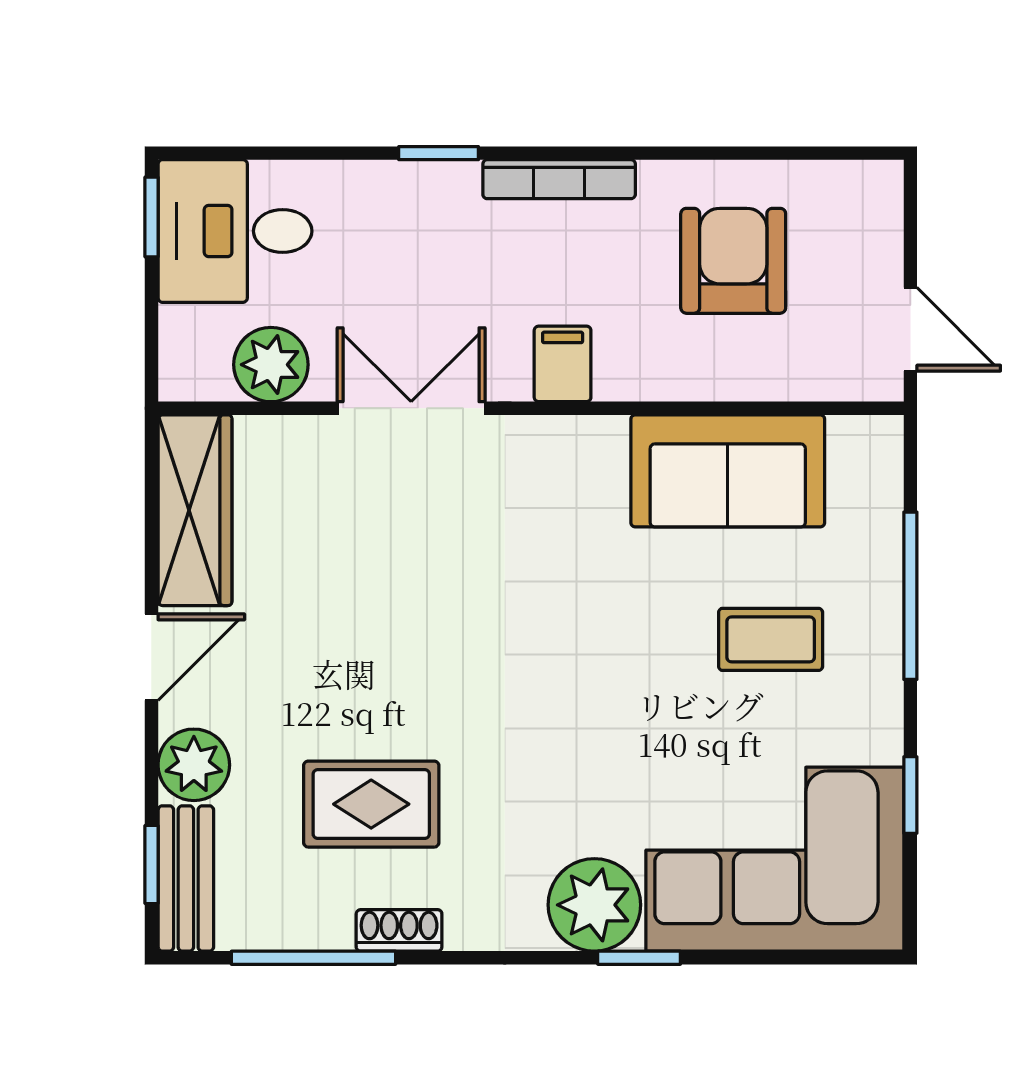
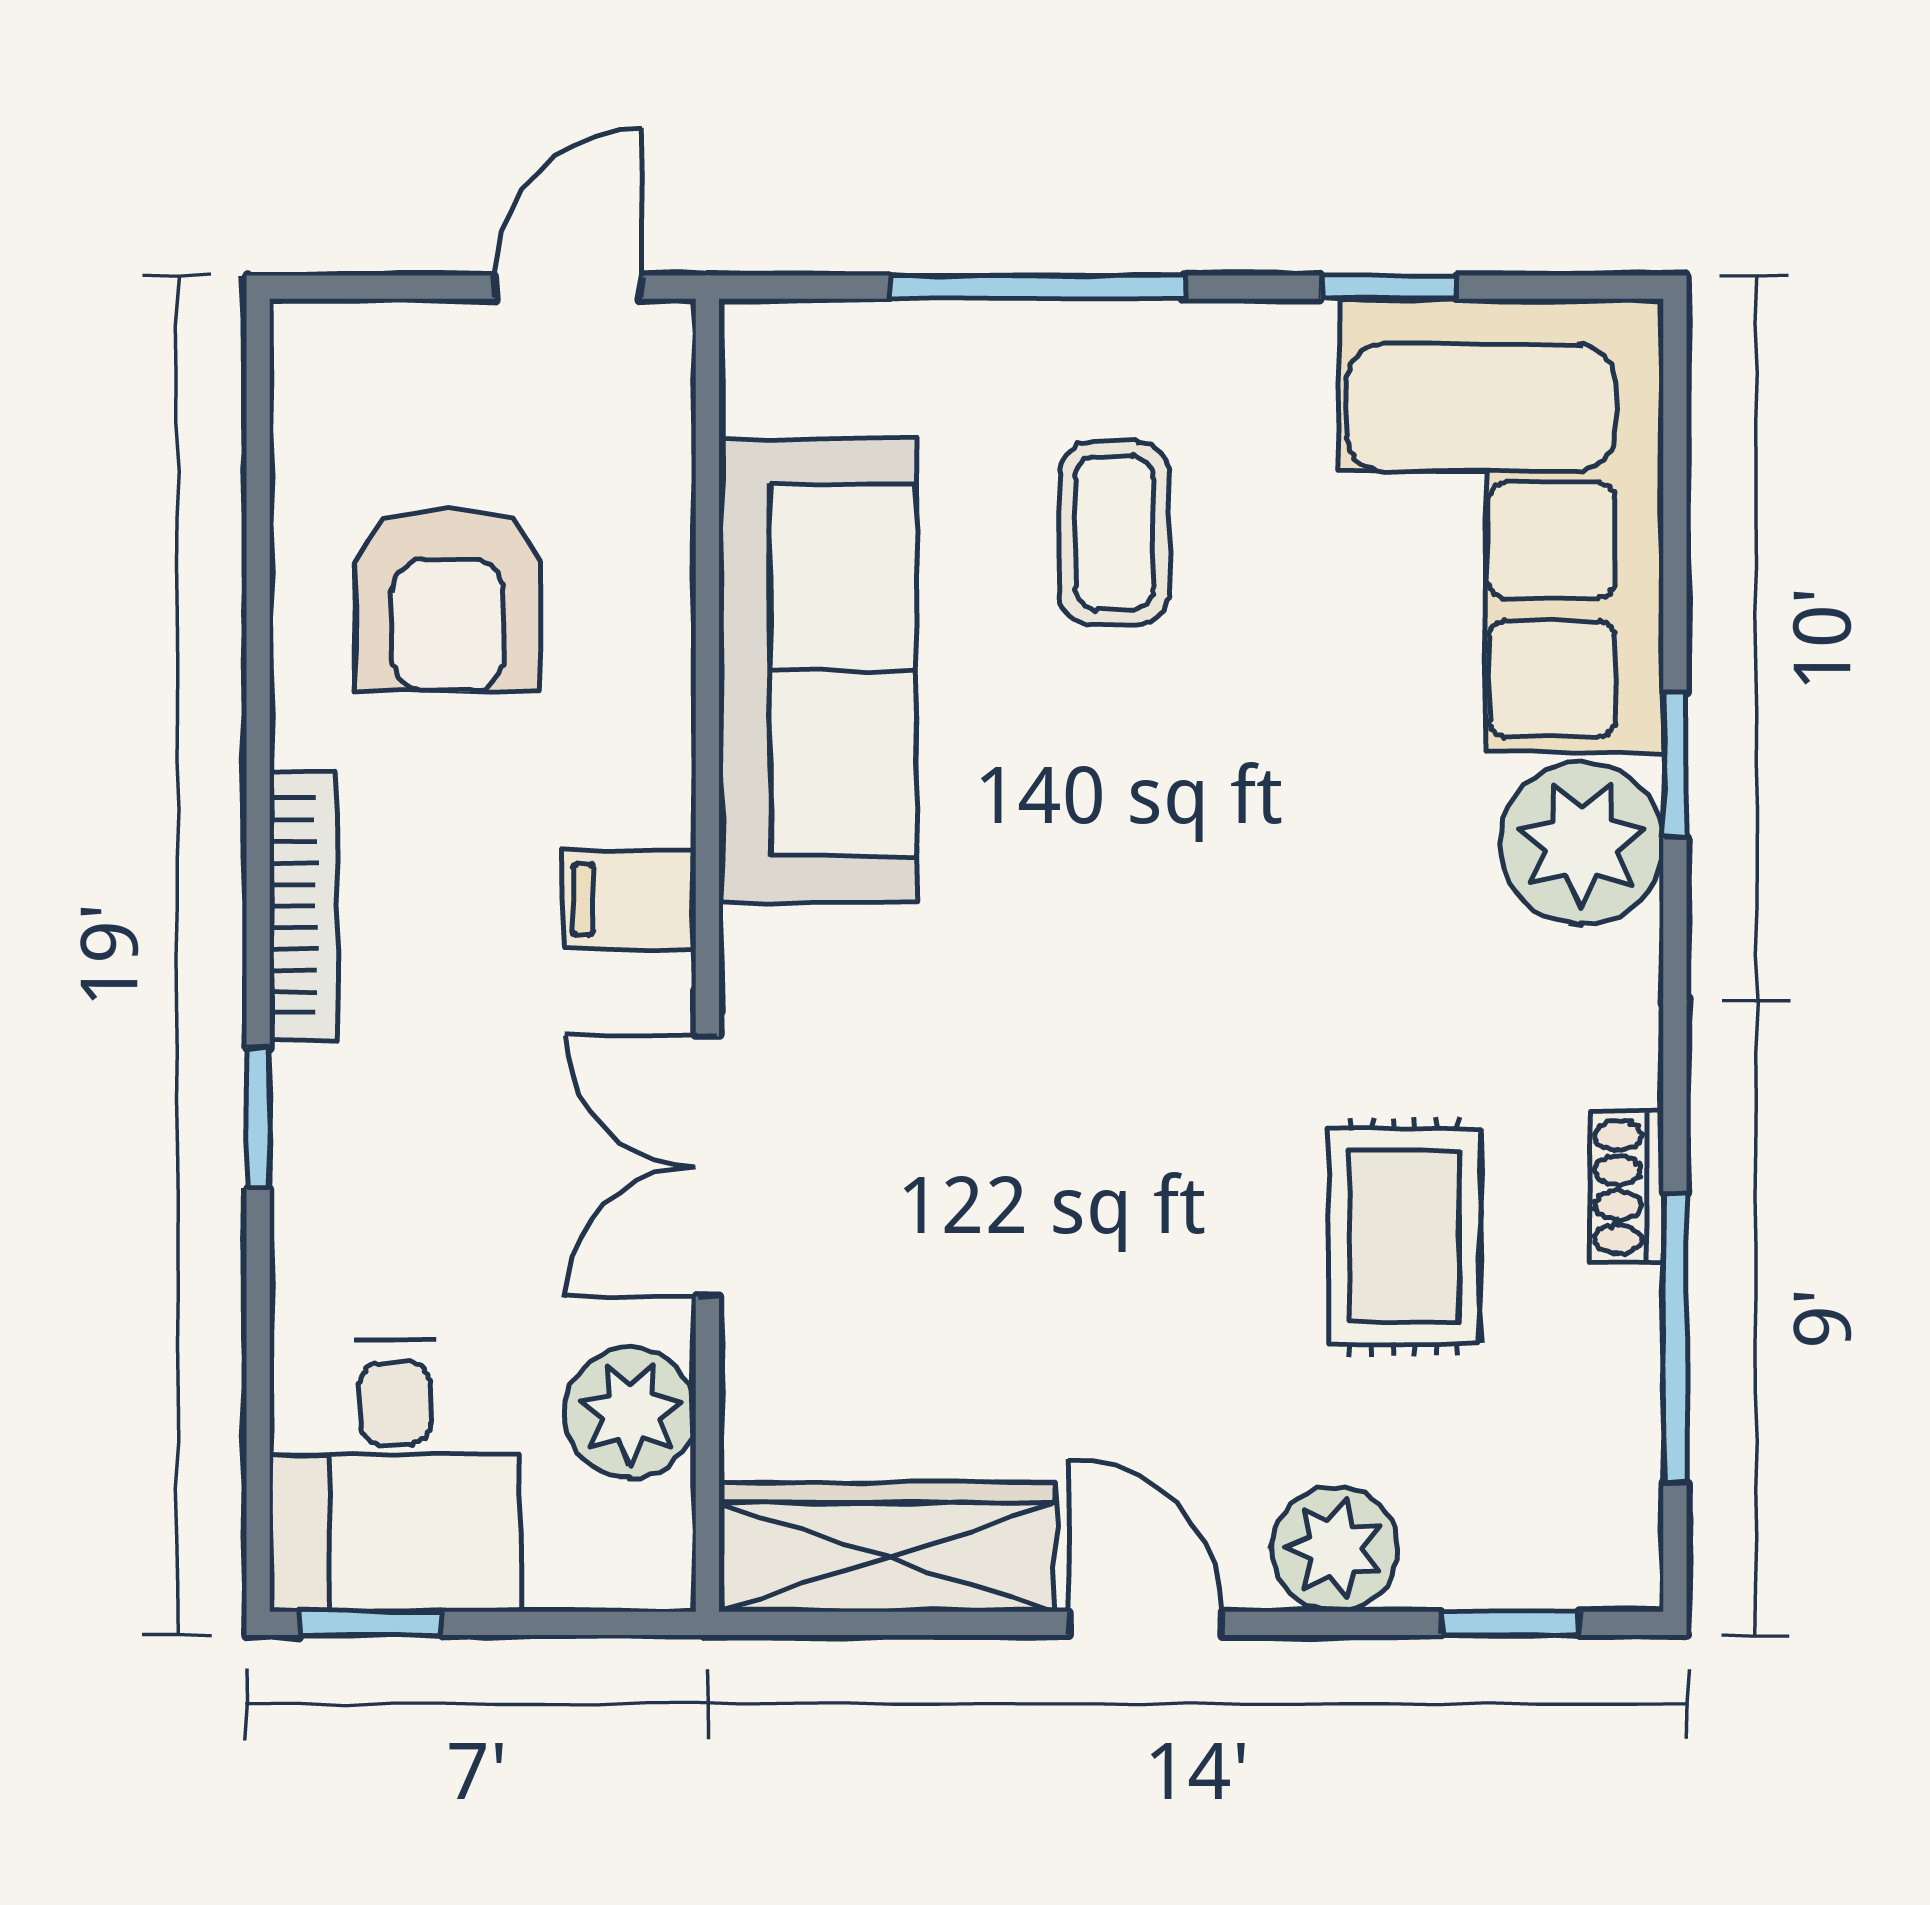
armchair: (733, 261) -> (448, 599), turned -90
sofa: (728, 471) -> (818, 670), width x1.36
bench: (186, 878) -> (1535, 1563), removed

